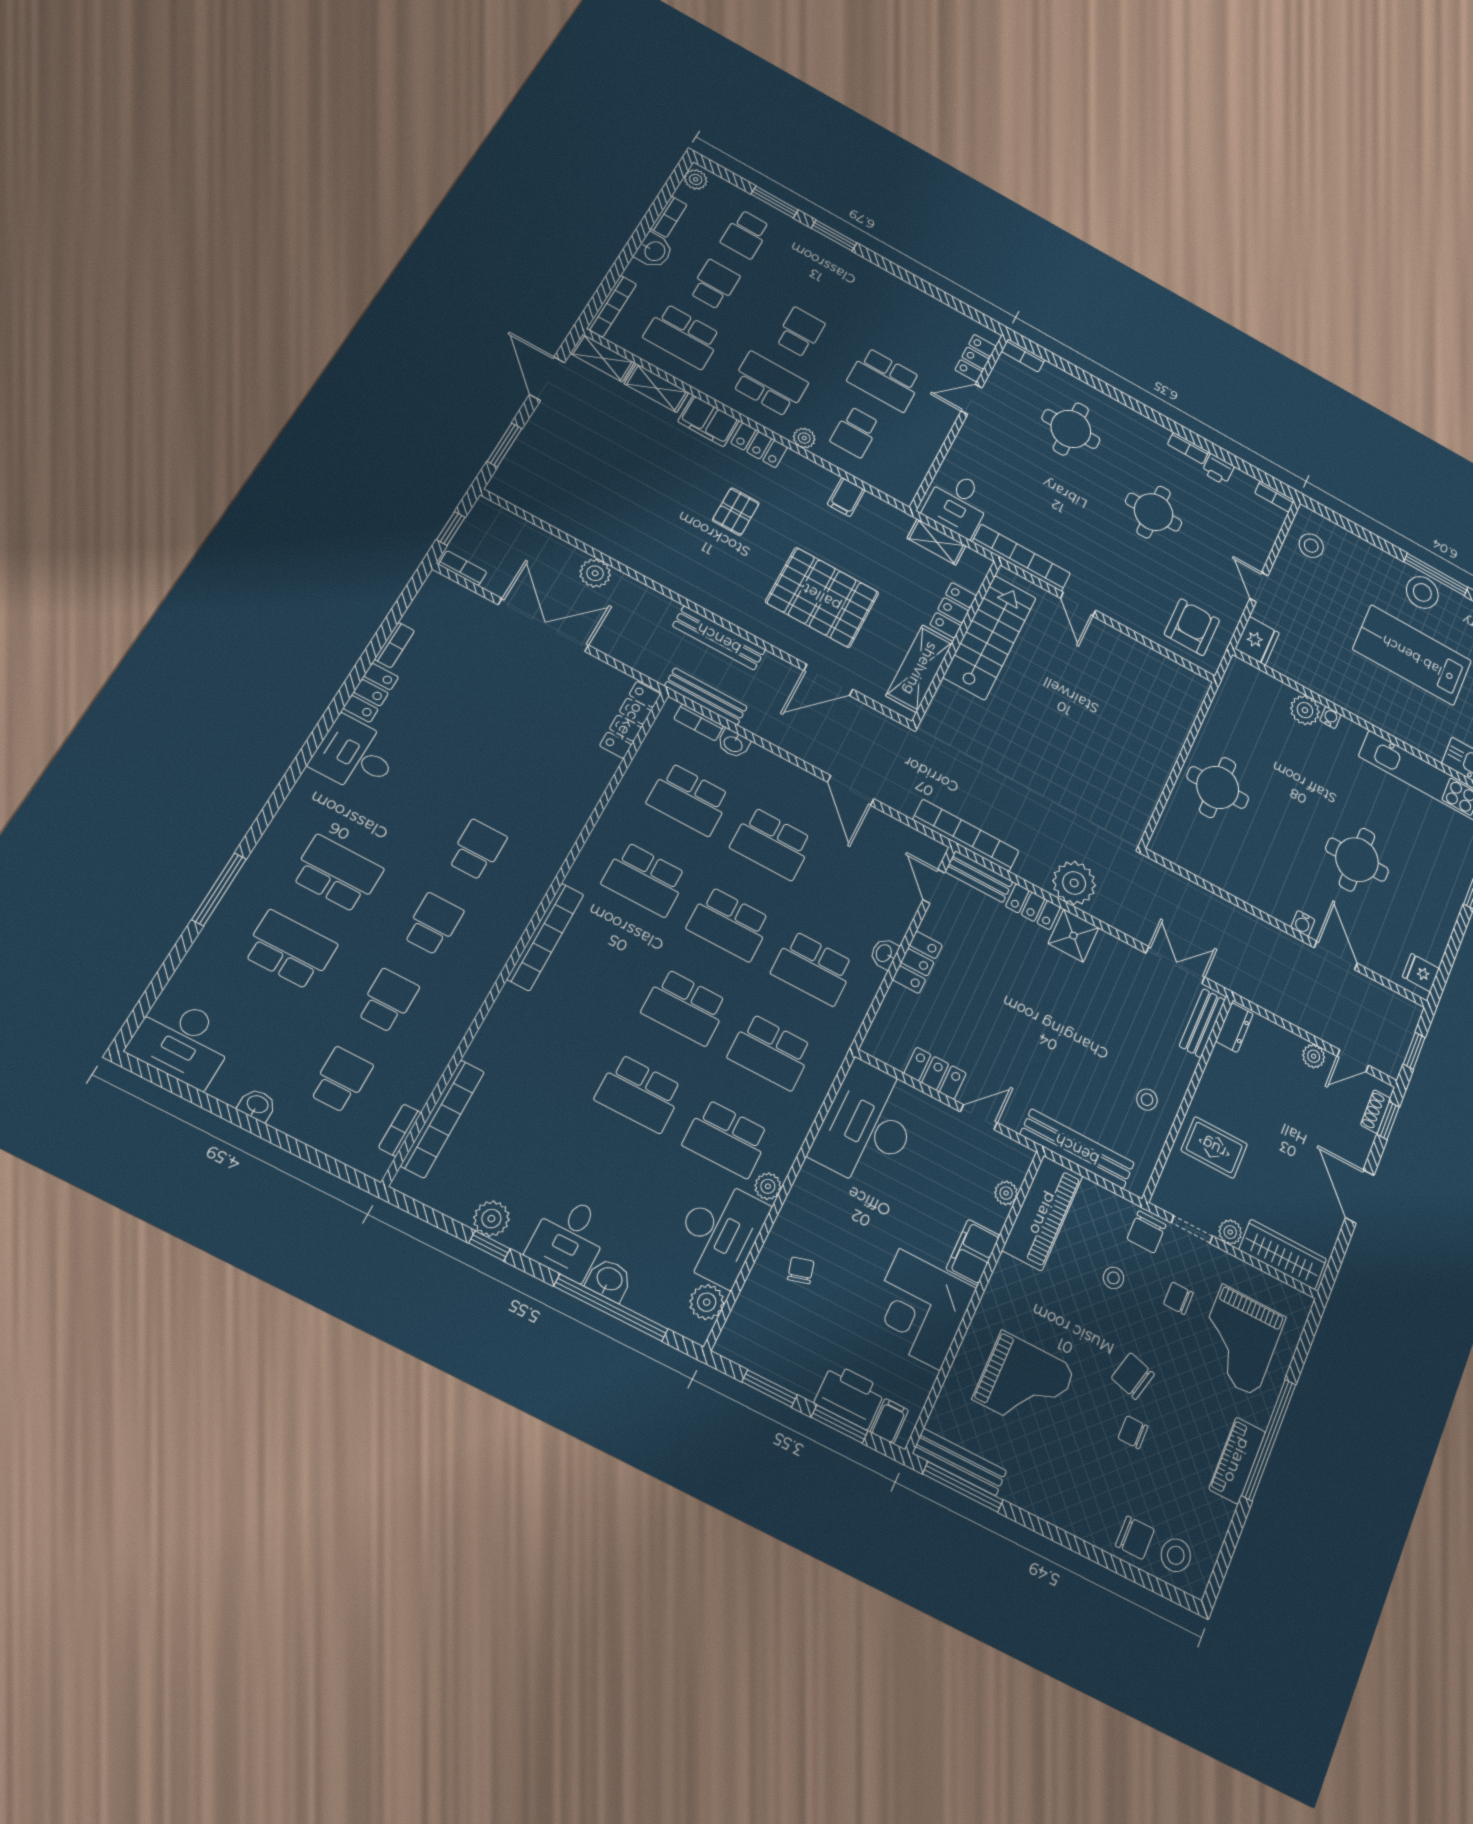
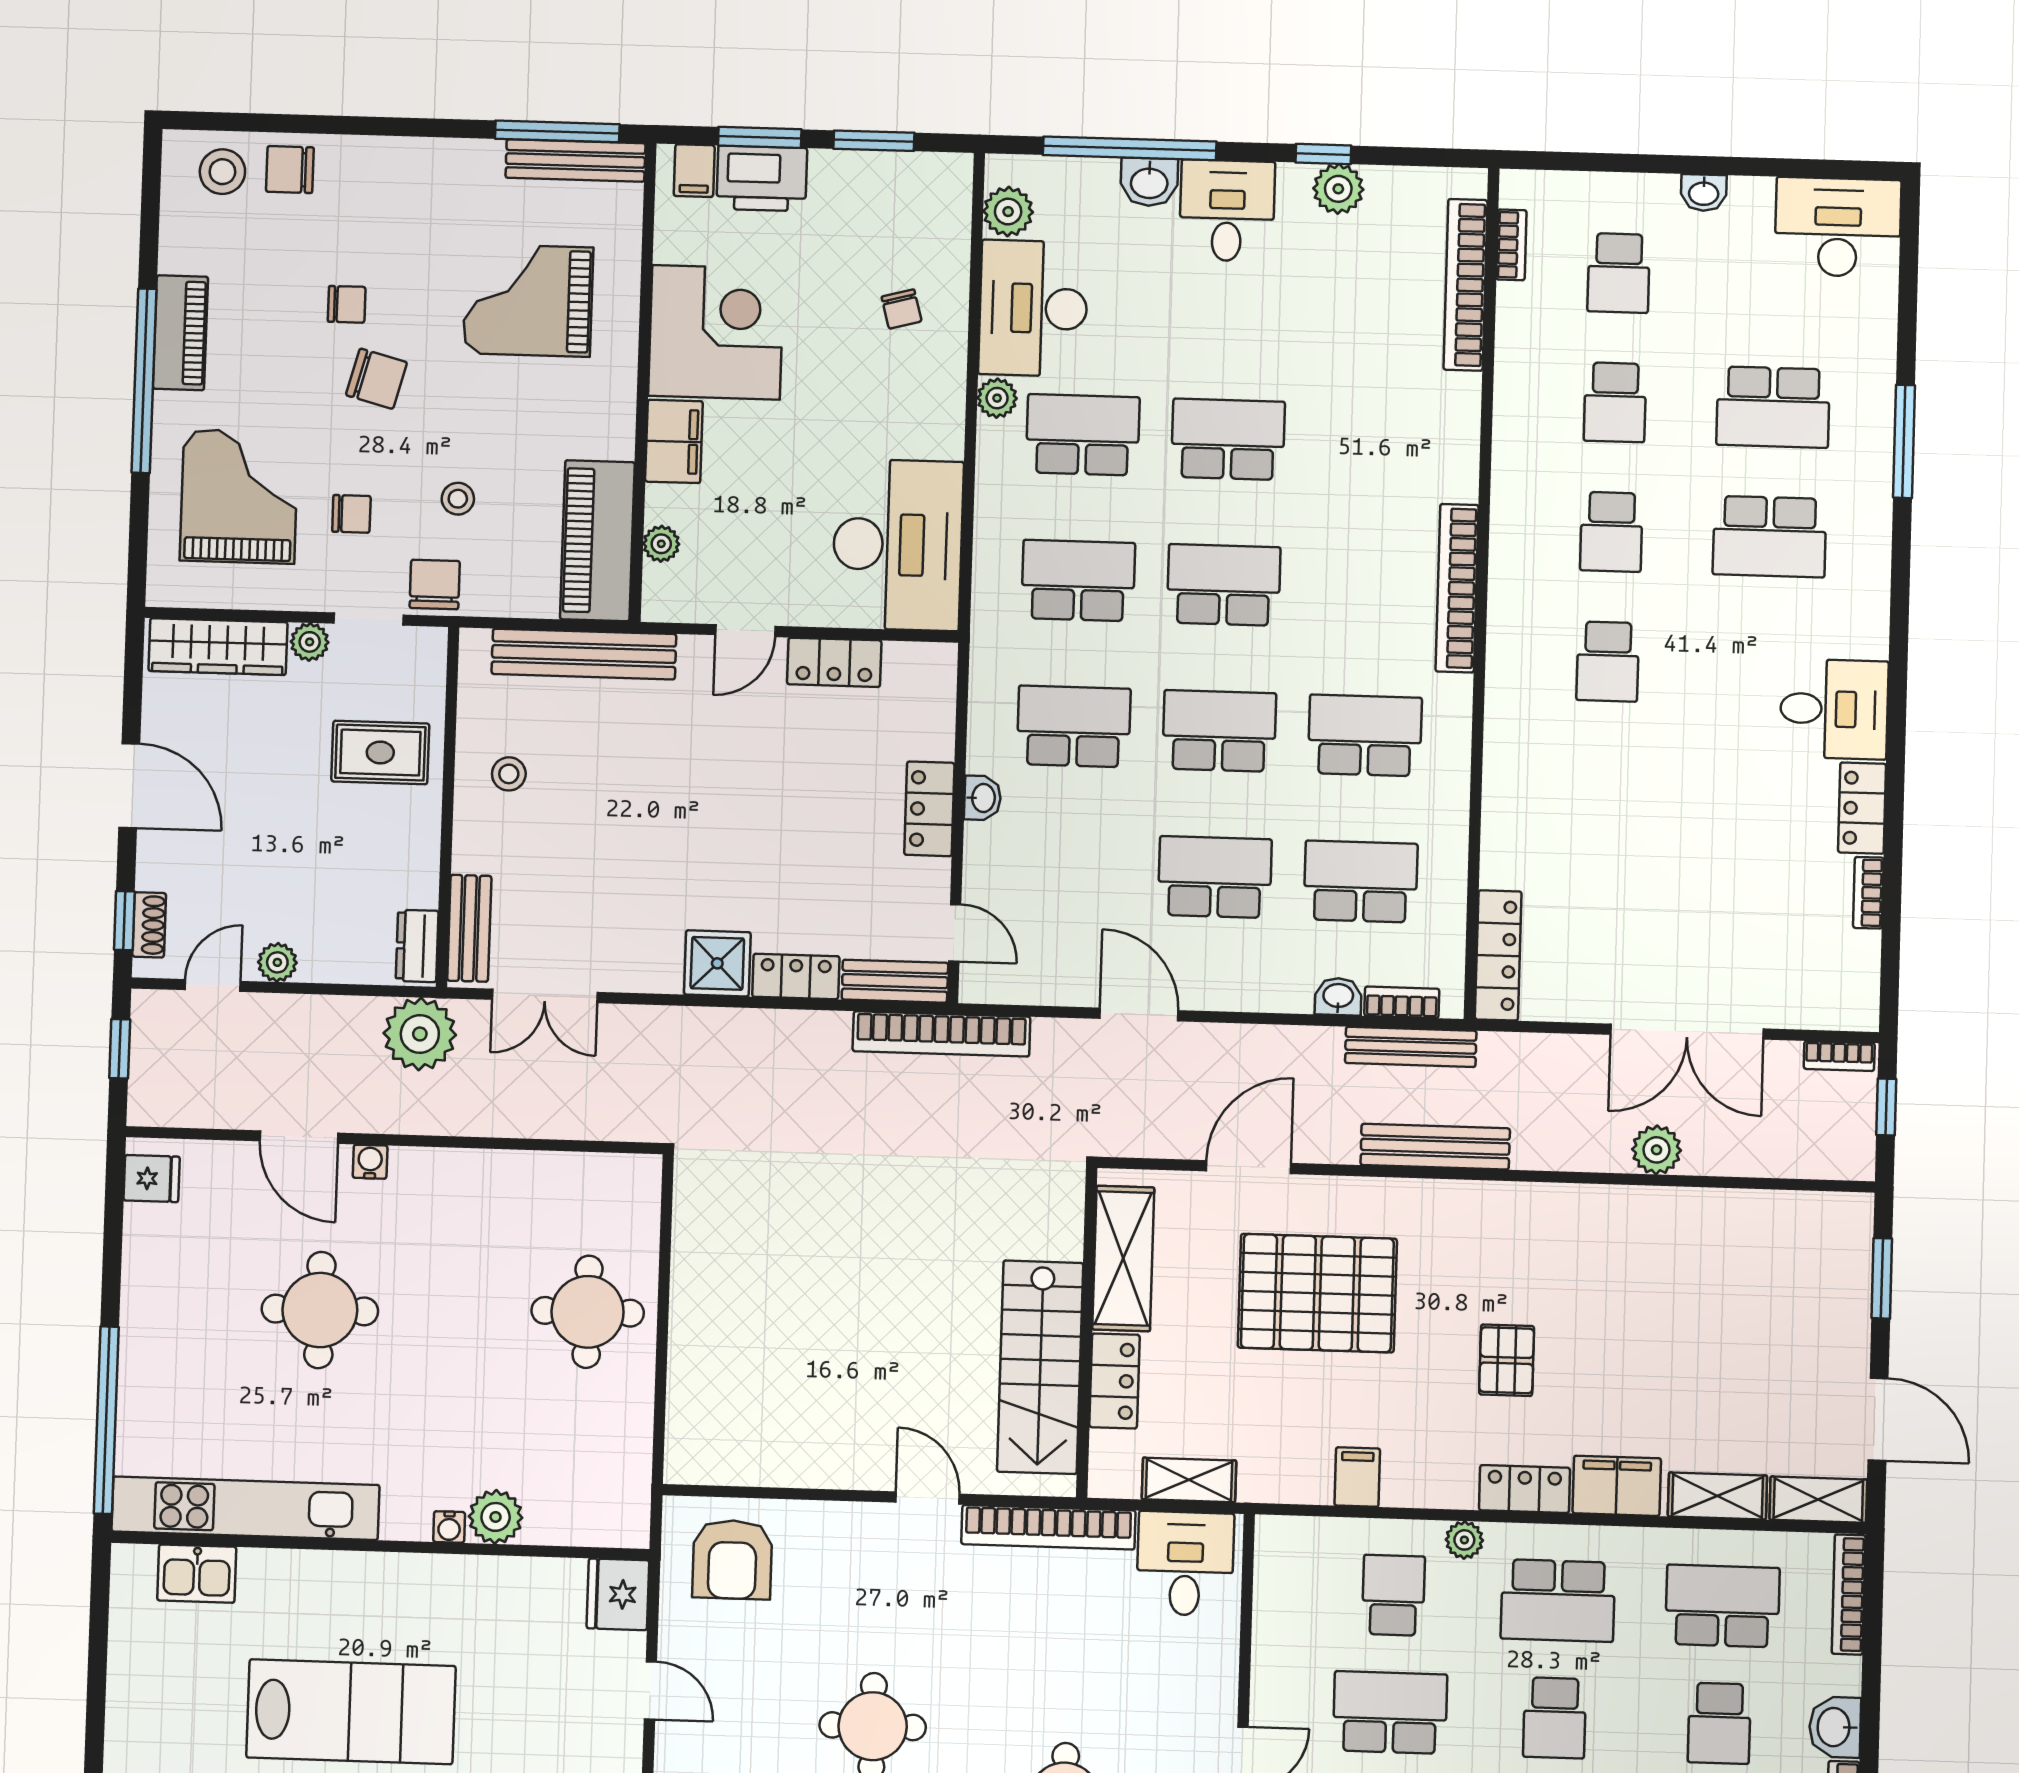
plant: (1074, 883) -> (420, 1034), moved

